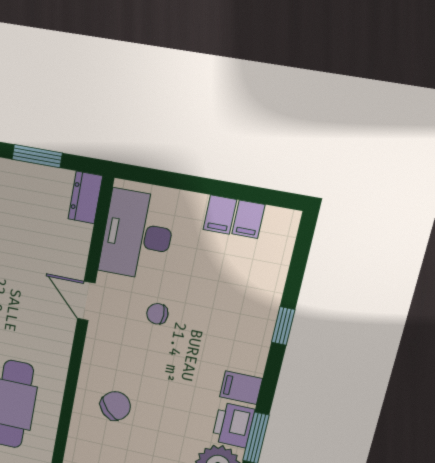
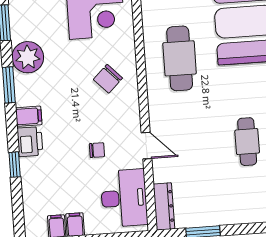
dresser: (85, 197) -> (164, 206), width x1.44
printer: (233, 425) -> (30, 142), moved

